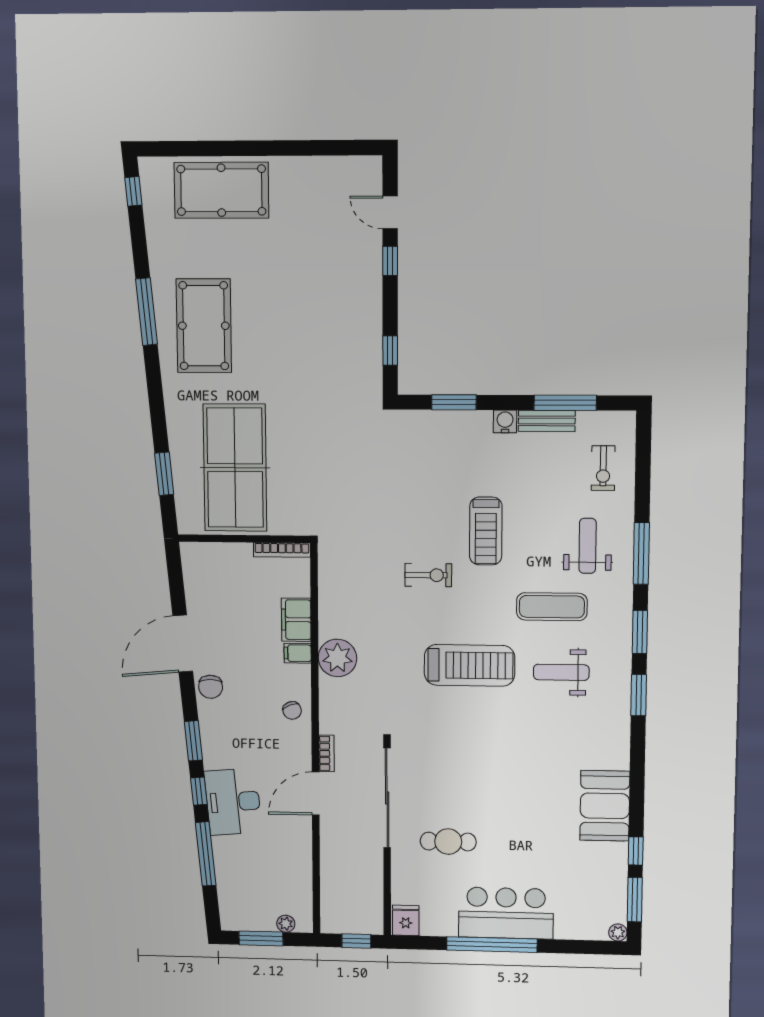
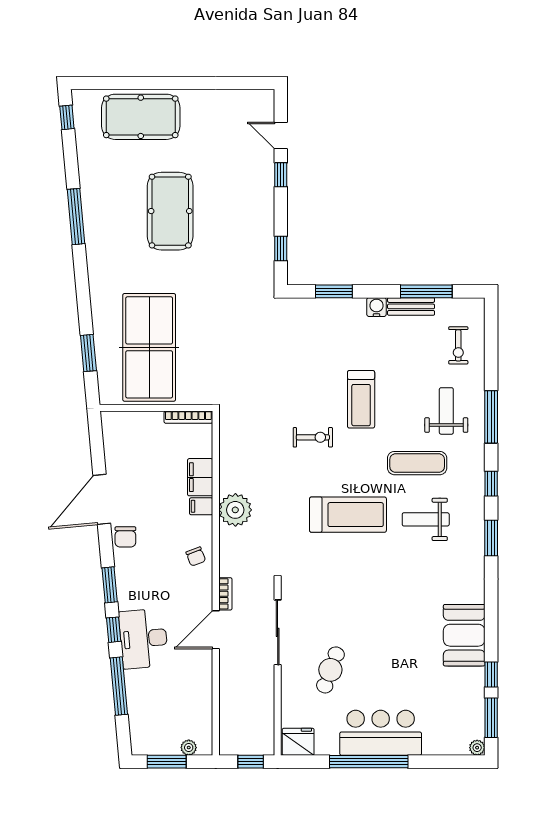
pool table: (204, 326) -> (170, 211), moved
window: (640, 632) -> (491, 484), width x0.67
sliding door: (387, 798) -> (278, 632), width x0.73
cafe table: (448, 842) -> (330, 670), turned -70
fridge: (406, 920) -> (298, 742), width x1.38

